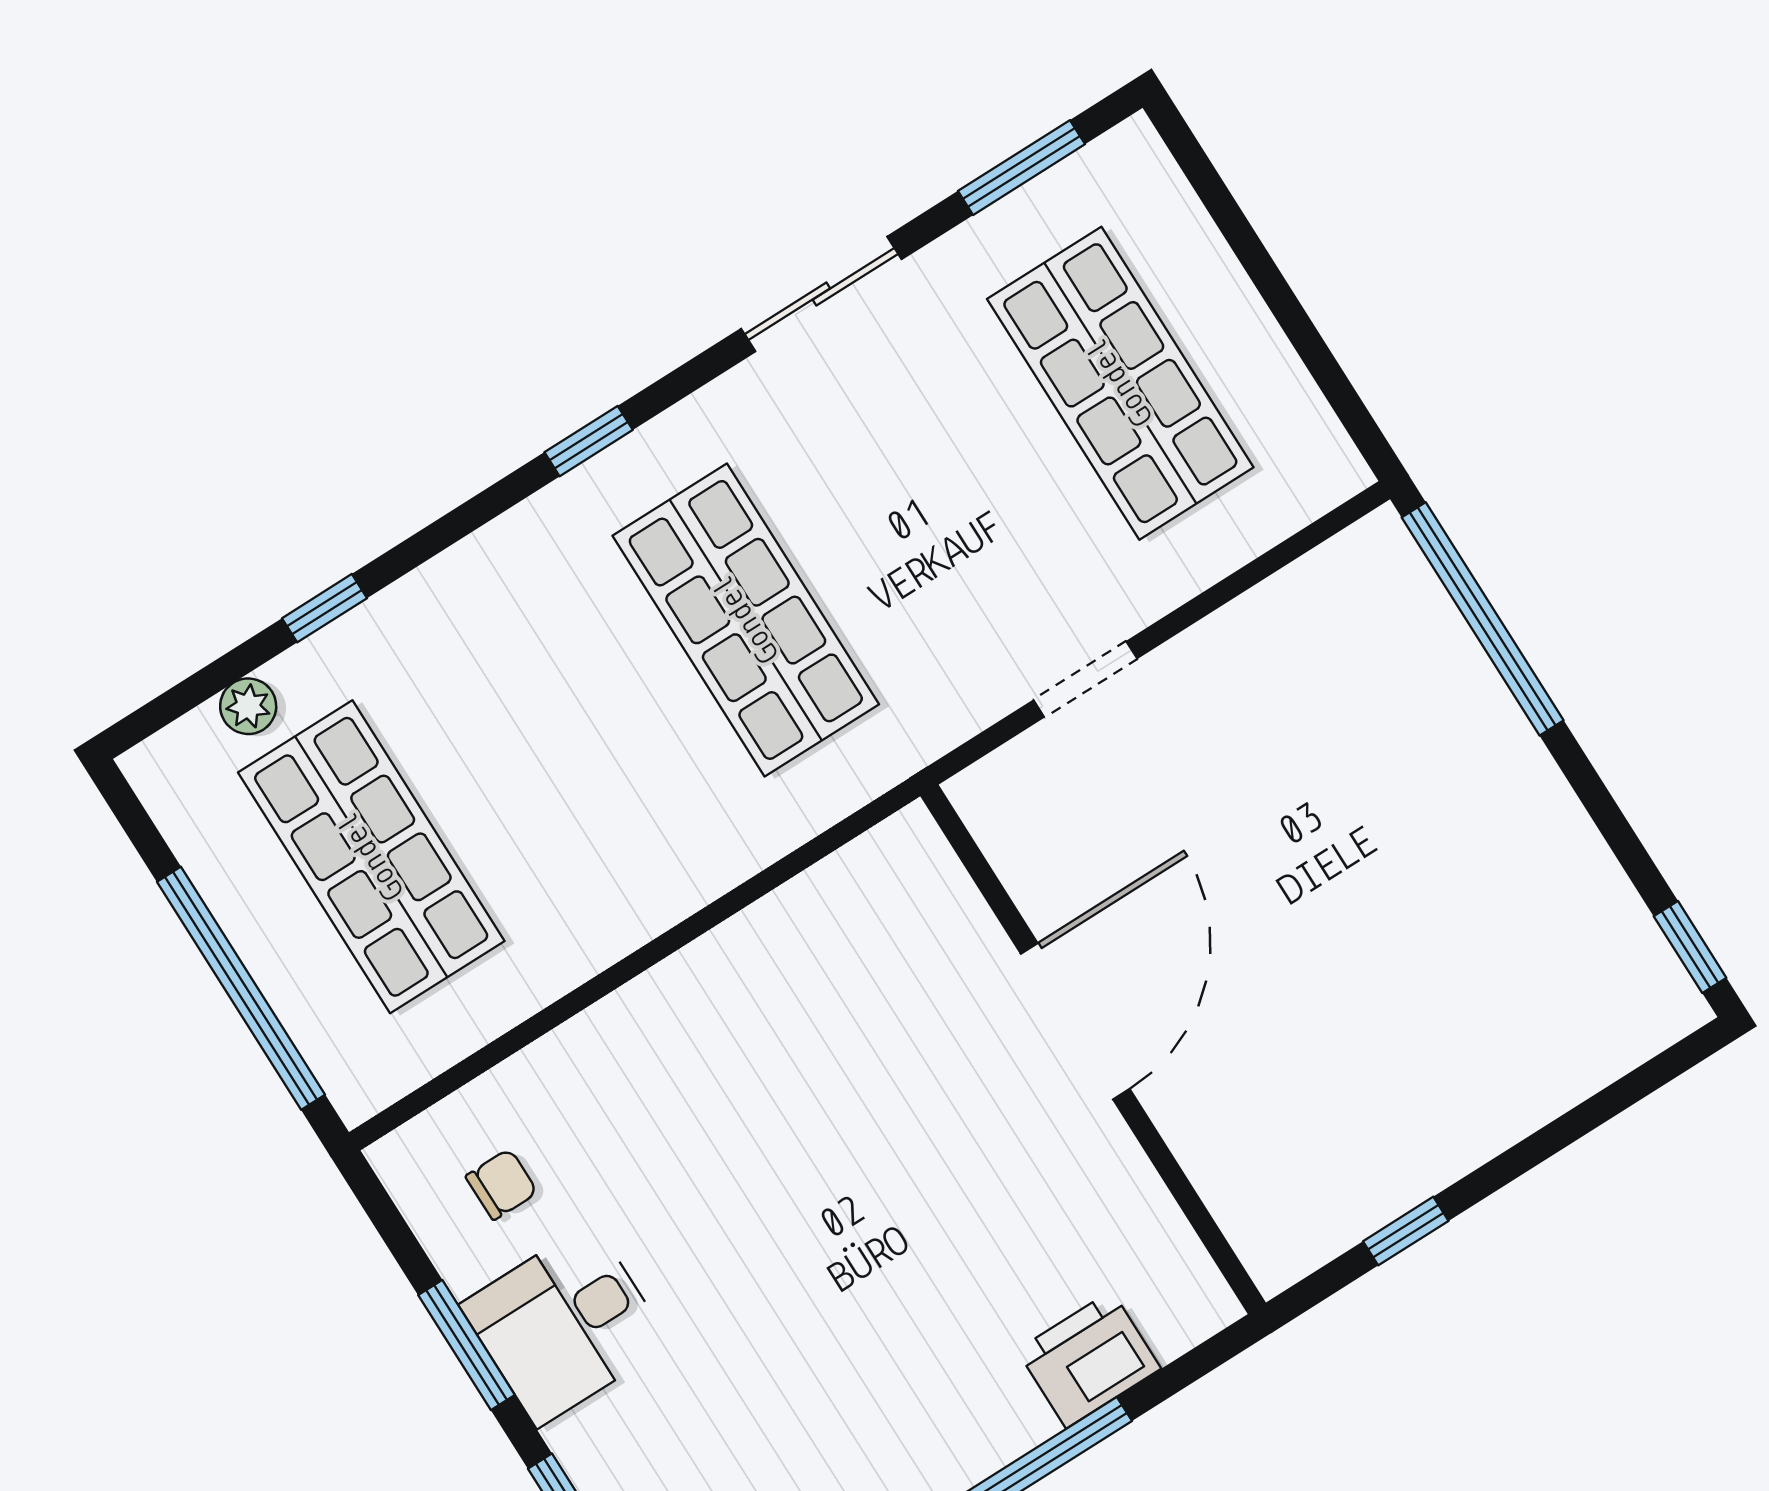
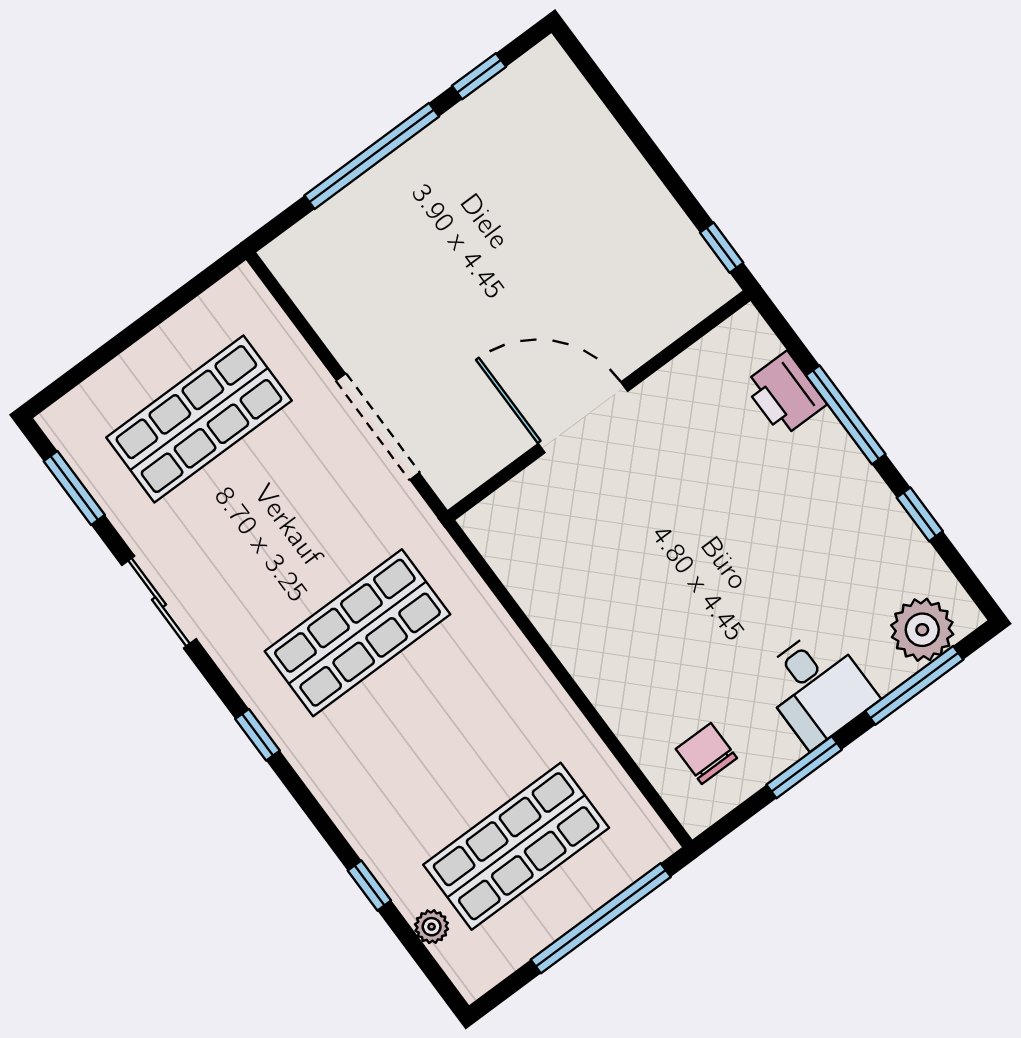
window: (1483, 619) -> (372, 156), moved
doorway: (1085, 679) -> (378, 427), width x1.88
window: (1690, 947) -> (479, 76), moved
chair: (502, 1184) -> (706, 753), width x1.37, depth x1.37
window: (1406, 1231) -> (722, 248), moved
desk: (565, 1325) -> (817, 687), moved

